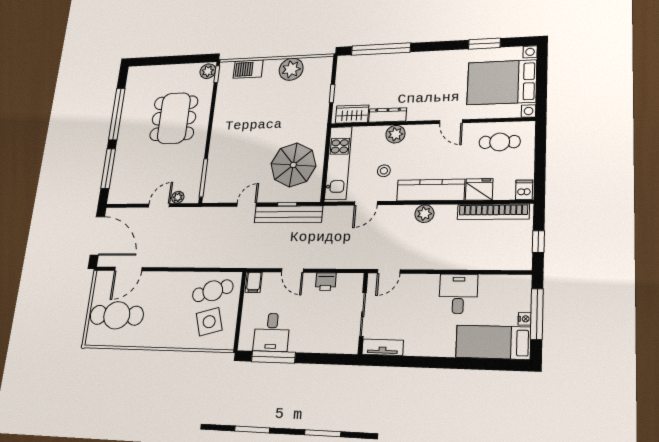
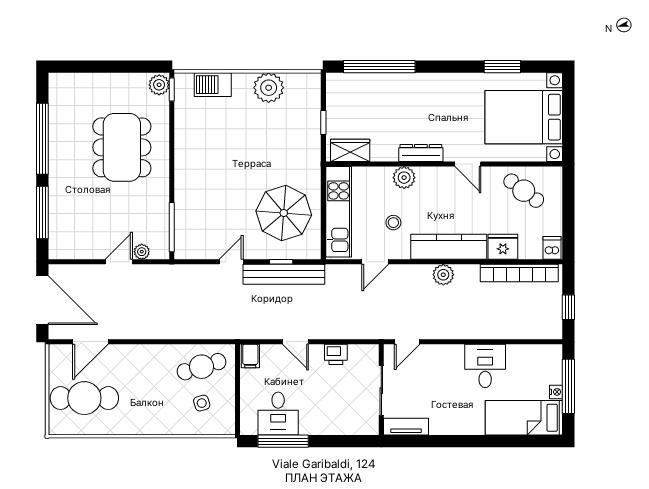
dresser: (388, 115) -> (421, 153), moved
cafe table: (500, 142) -> (524, 191), turned 37
side table: (209, 322) -> (202, 403), width x0.54, depth x0.54

